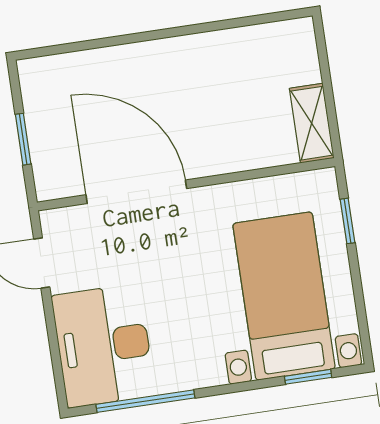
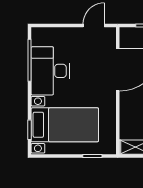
desk: (103, 346) -> (50, 71), moved, turned -90

